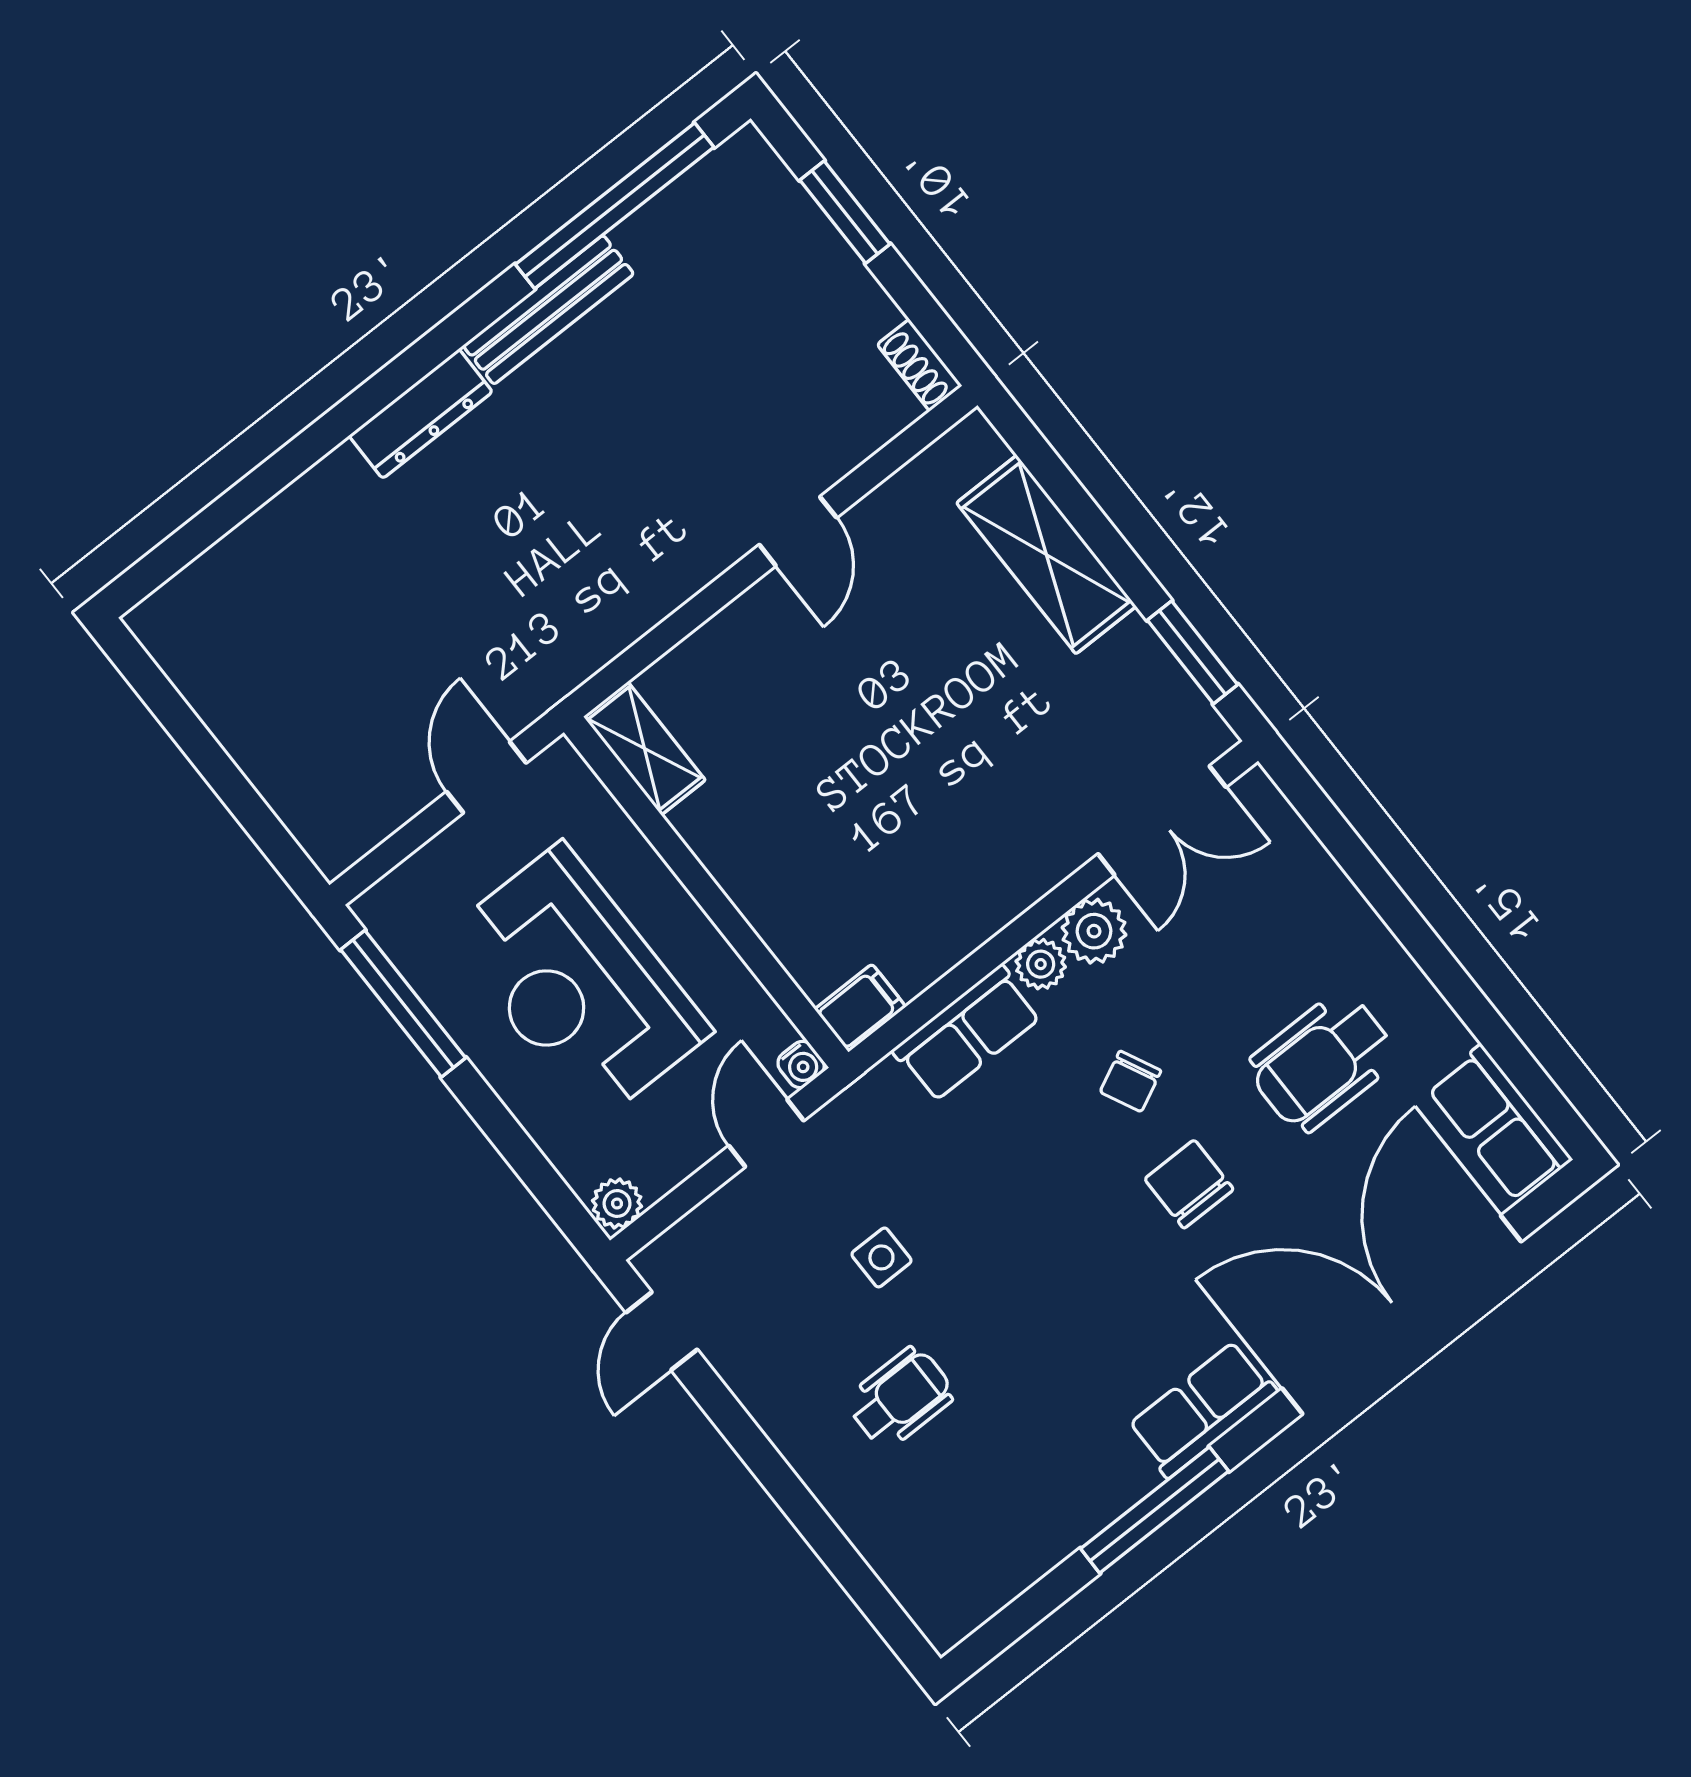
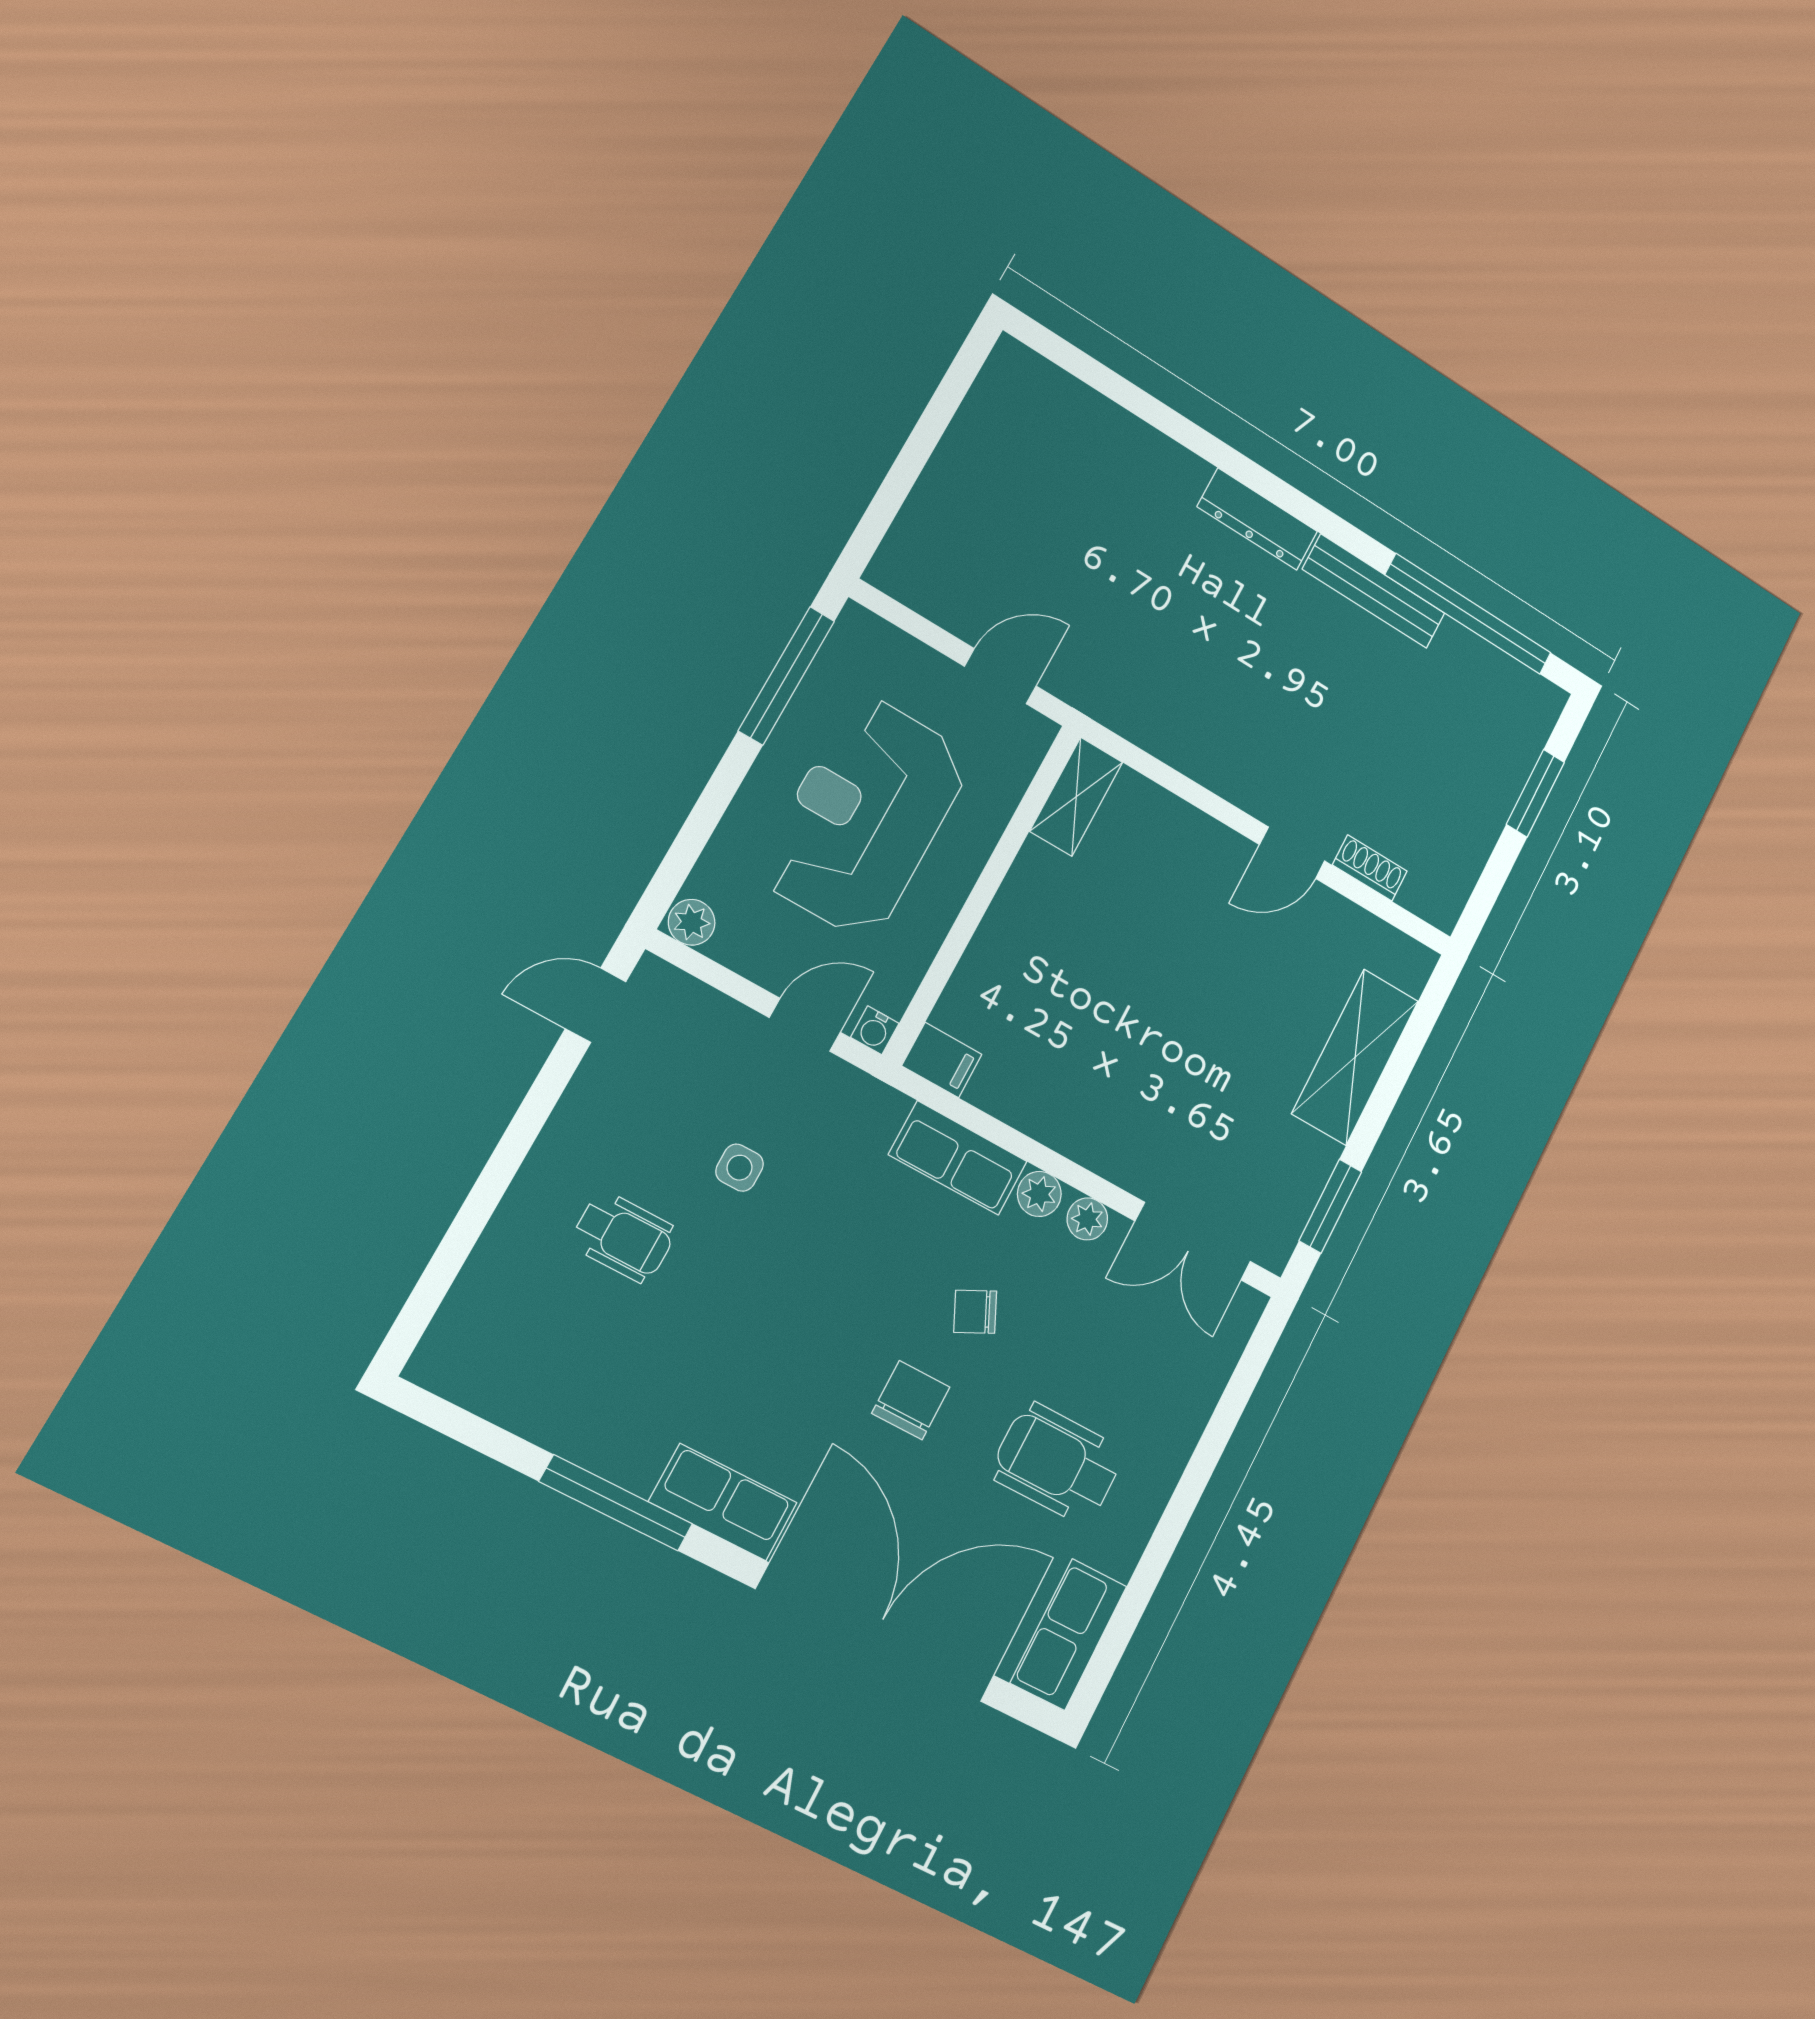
shoe rack: (919, 365) -> (1370, 868), moved, turned 90
plant: (1094, 931) -> (1087, 1219), width x0.73, depth x0.73

